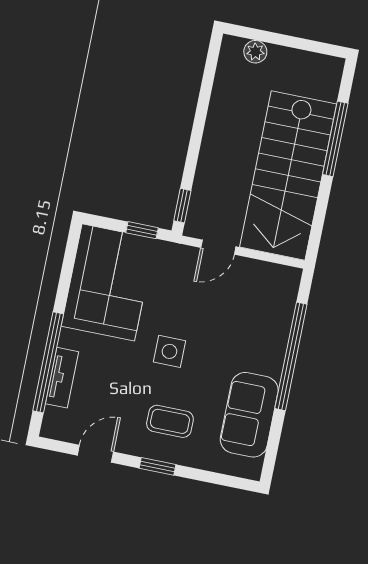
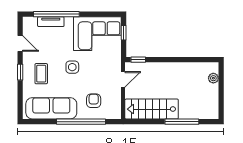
stairs: (288, 175) -> (152, 109), width x0.73, depth x0.66
window: (142, 230) -> (124, 33), moved
door: (218, 247) -> (123, 79), swing flipped
armchair: (252, 320) -> (94, 101), added
sofa: (249, 415) -> (51, 108), width x1.36

